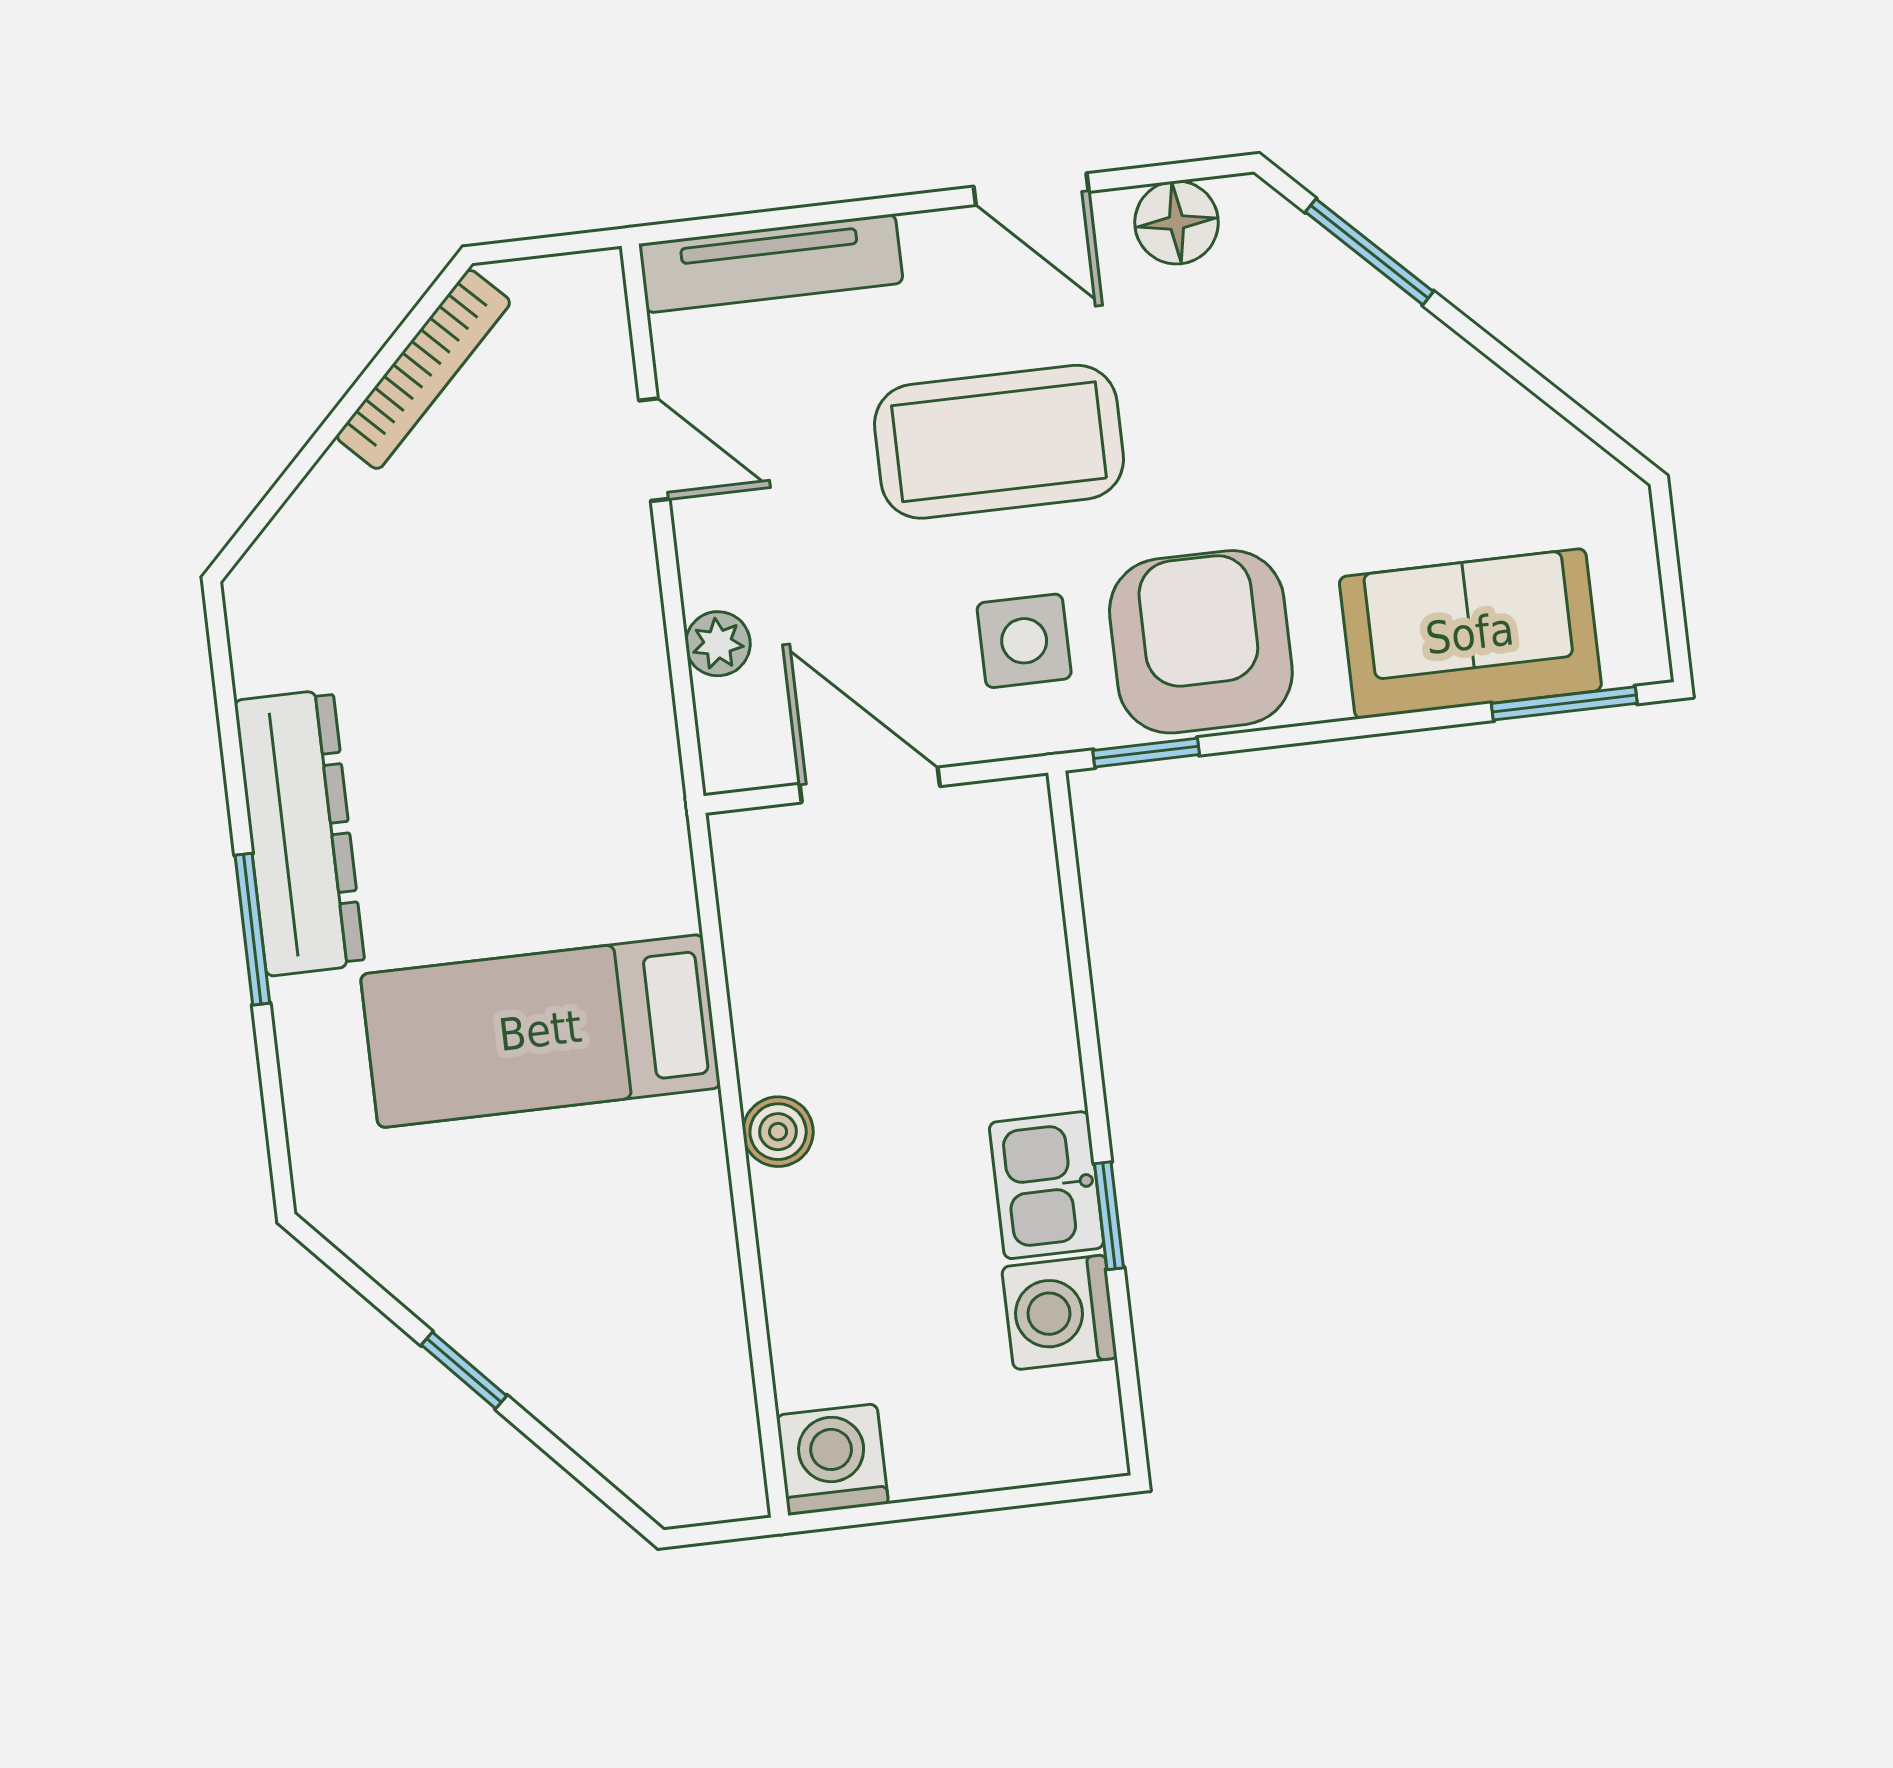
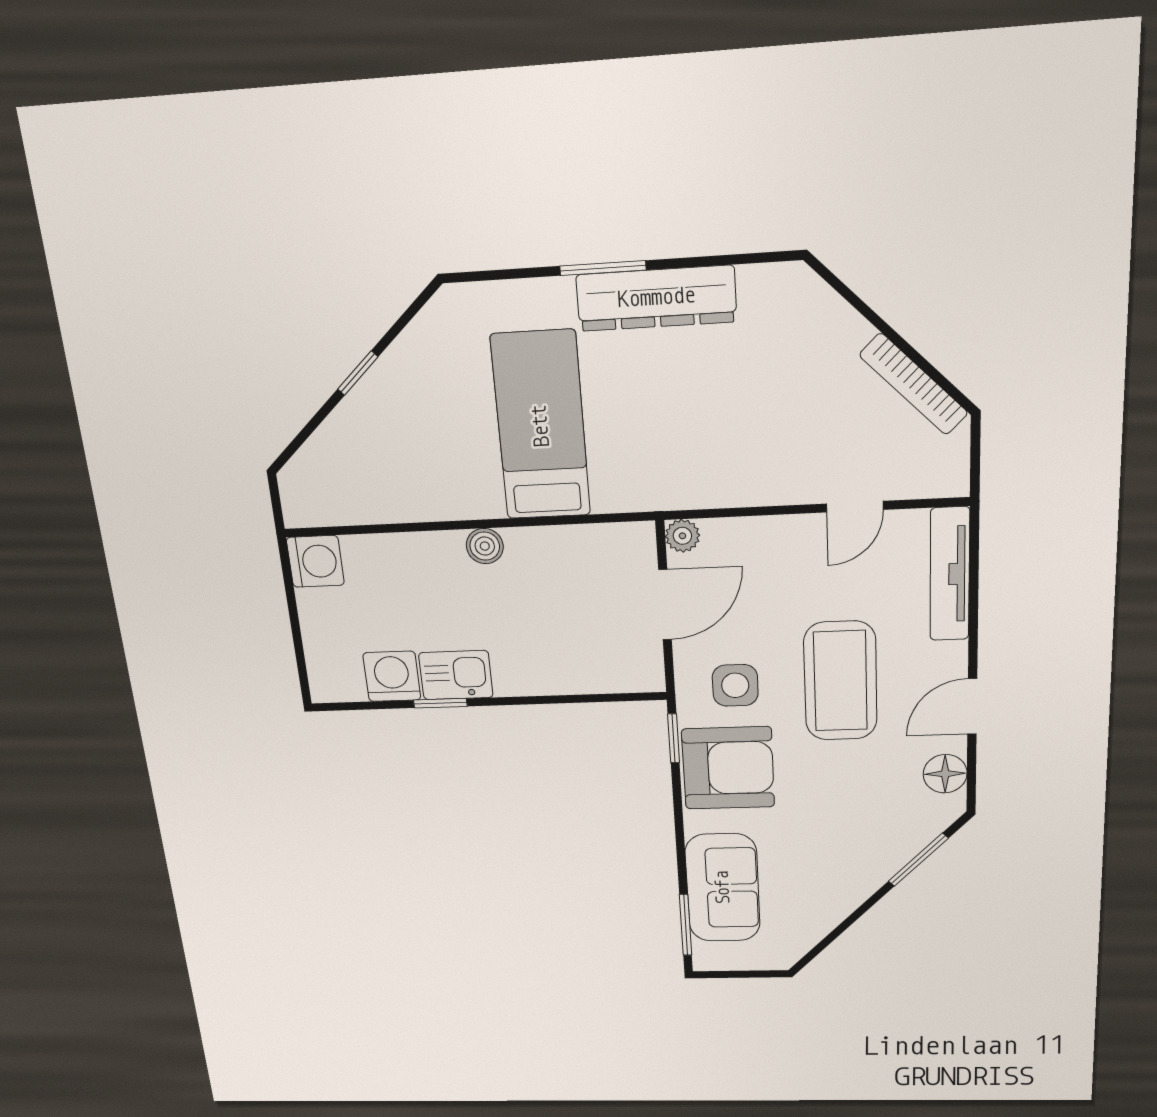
plant: (718, 644) -> (682, 536), moved

